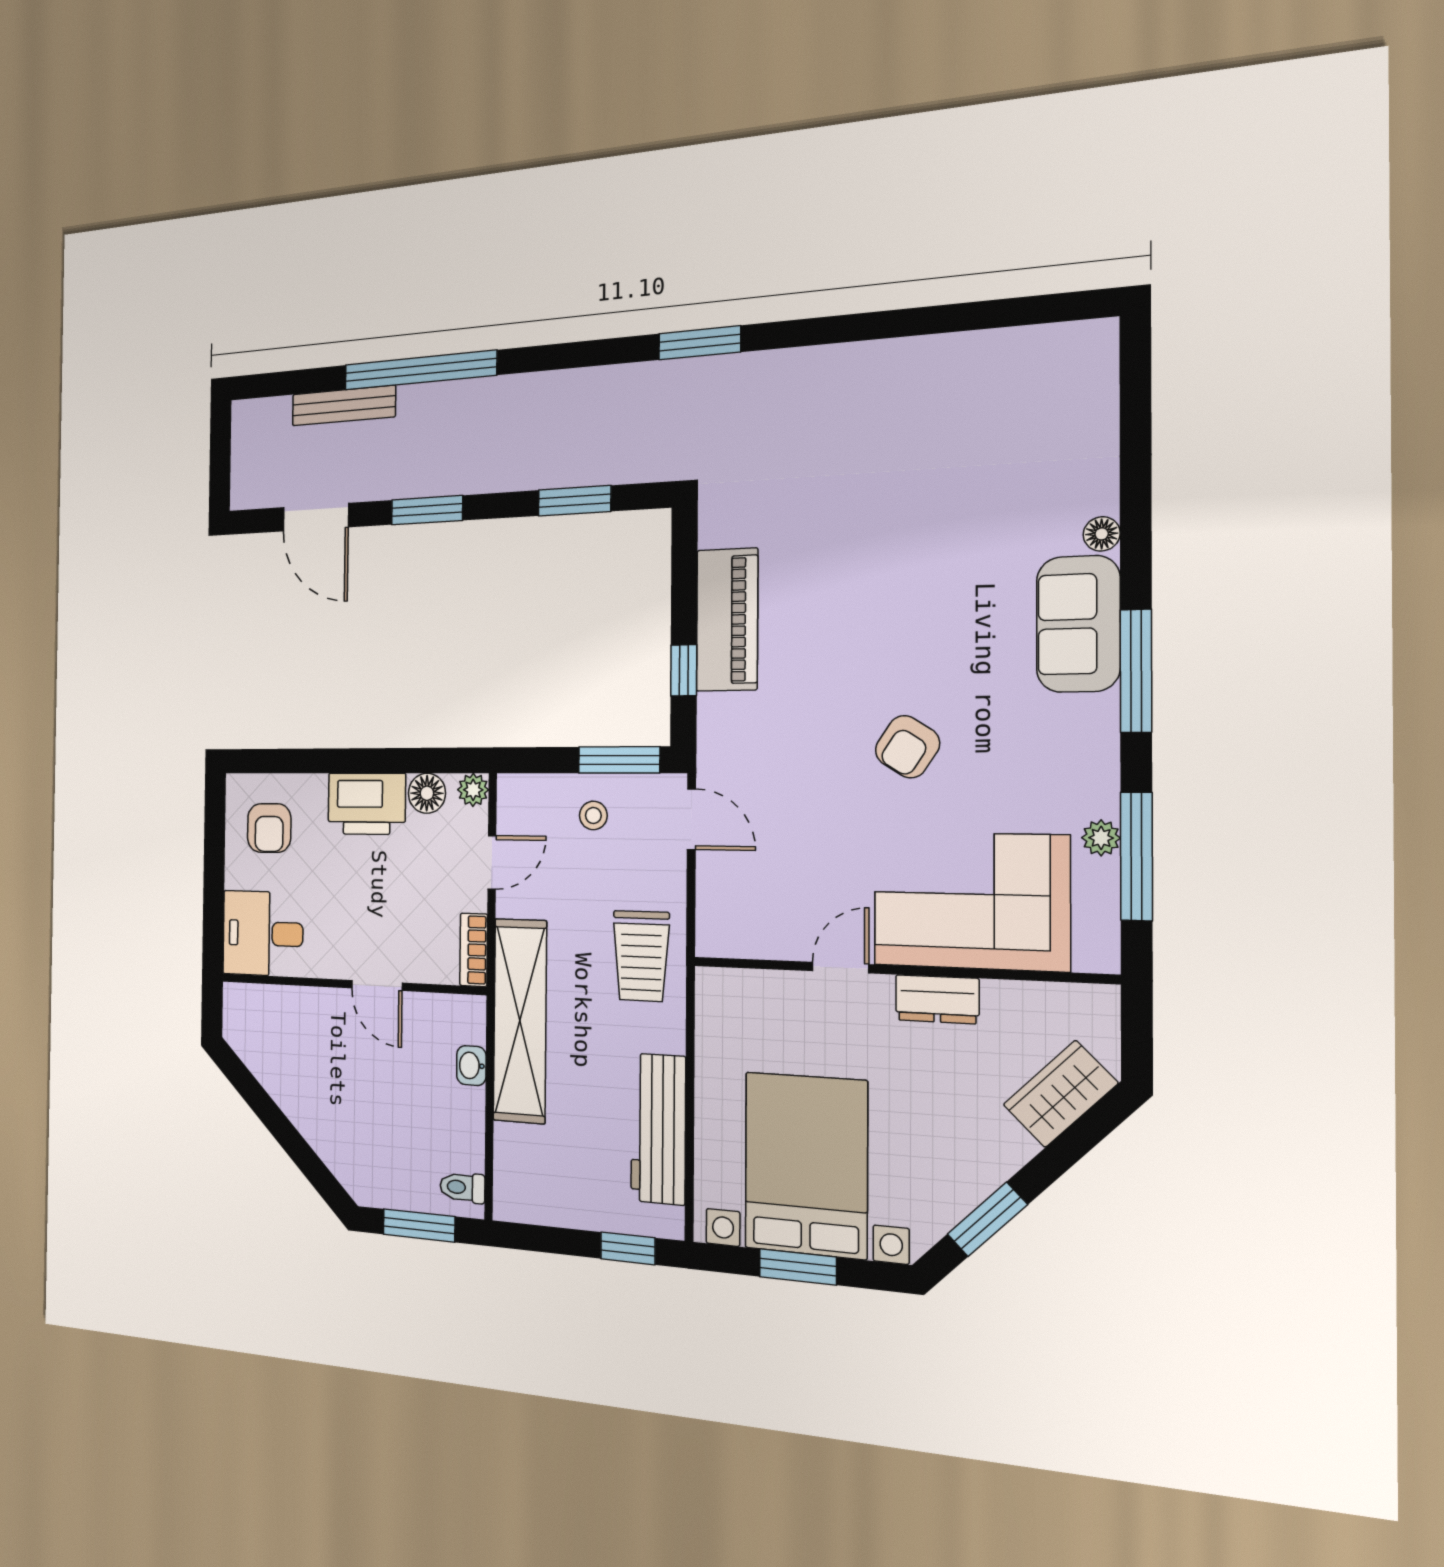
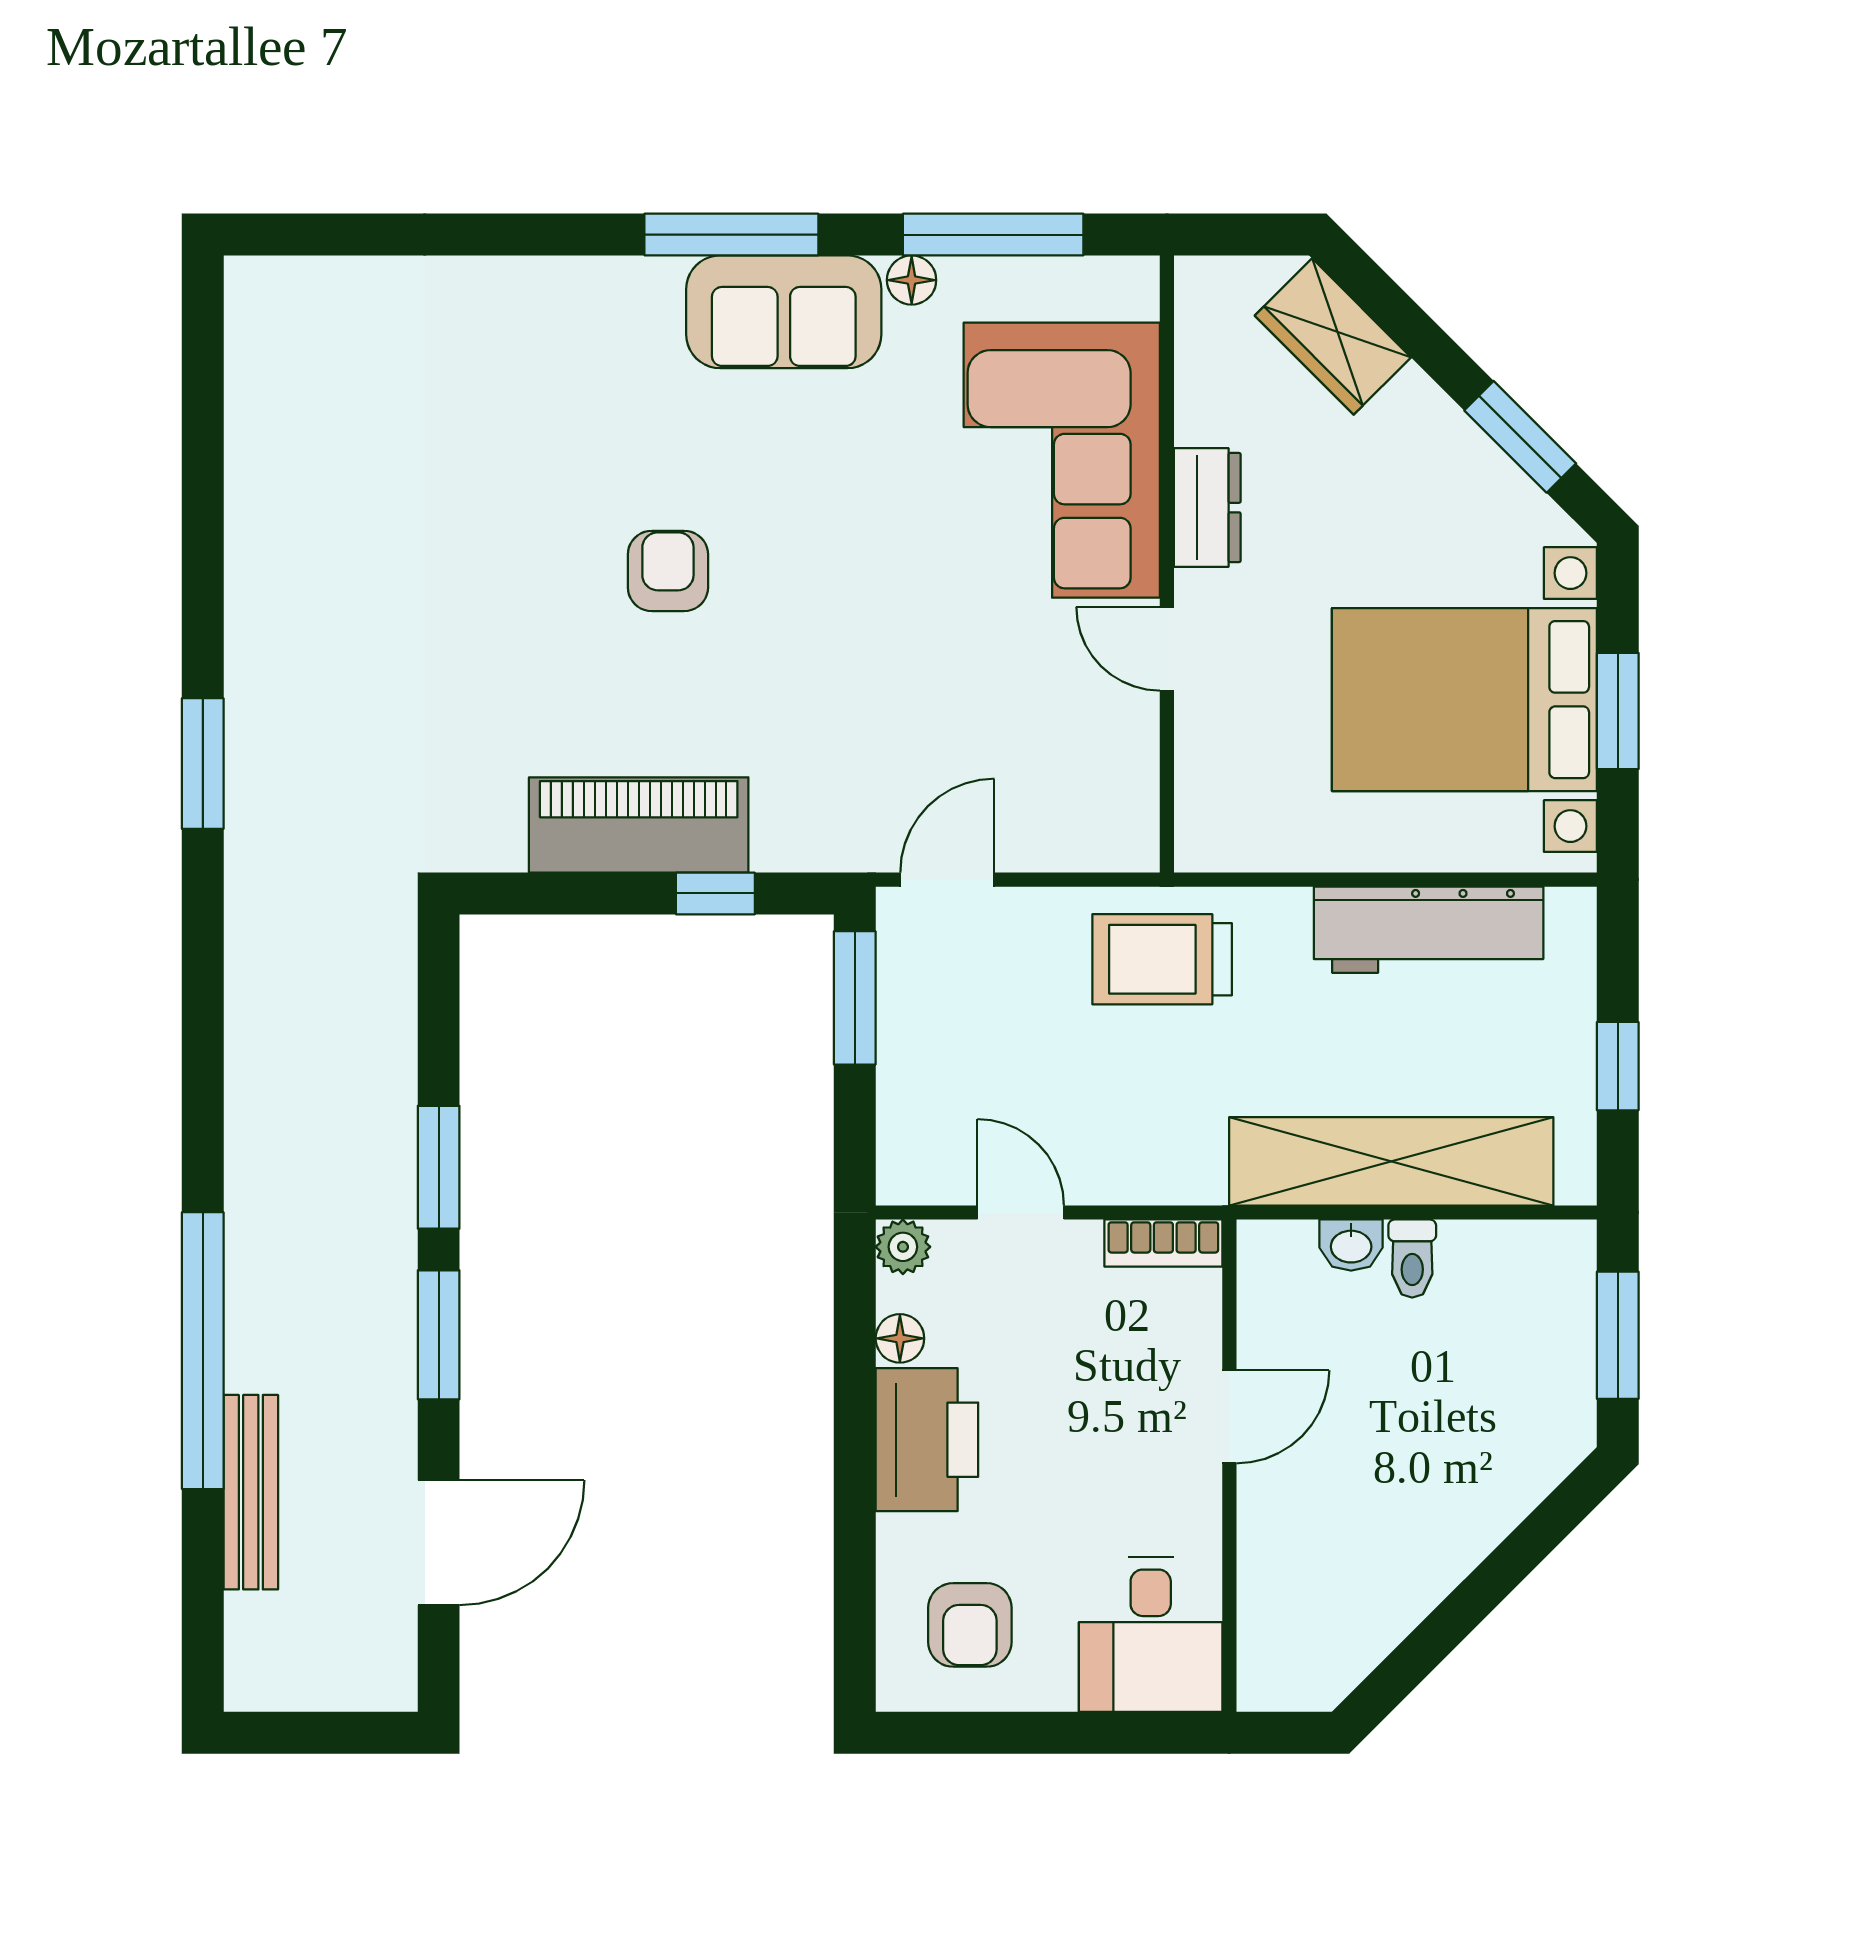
window: (700, 343) -> (203, 764), moved
window: (574, 501) -> (439, 1167), moved
floor lamp: (1102, 534) -> (912, 280), moved
sofa: (1078, 624) -> (784, 312), moved
armchair: (907, 747) -> (668, 571), moved, turned -123
floor lamp: (427, 793) -> (900, 1338), width x0.73, depth x0.73
stool: (593, 815) -> (943, 1040), removed
armchair: (269, 828) -> (970, 1625), turned 90
plant: (1101, 838) -> (968, 281), removed
trolley: (641, 956) -> (1162, 959), turned 180
shelving: (520, 1021) -> (1391, 1161), moved
toilet: (463, 1187) -> (1412, 1259), moved
window: (628, 1248) -> (1618, 1066), moved

